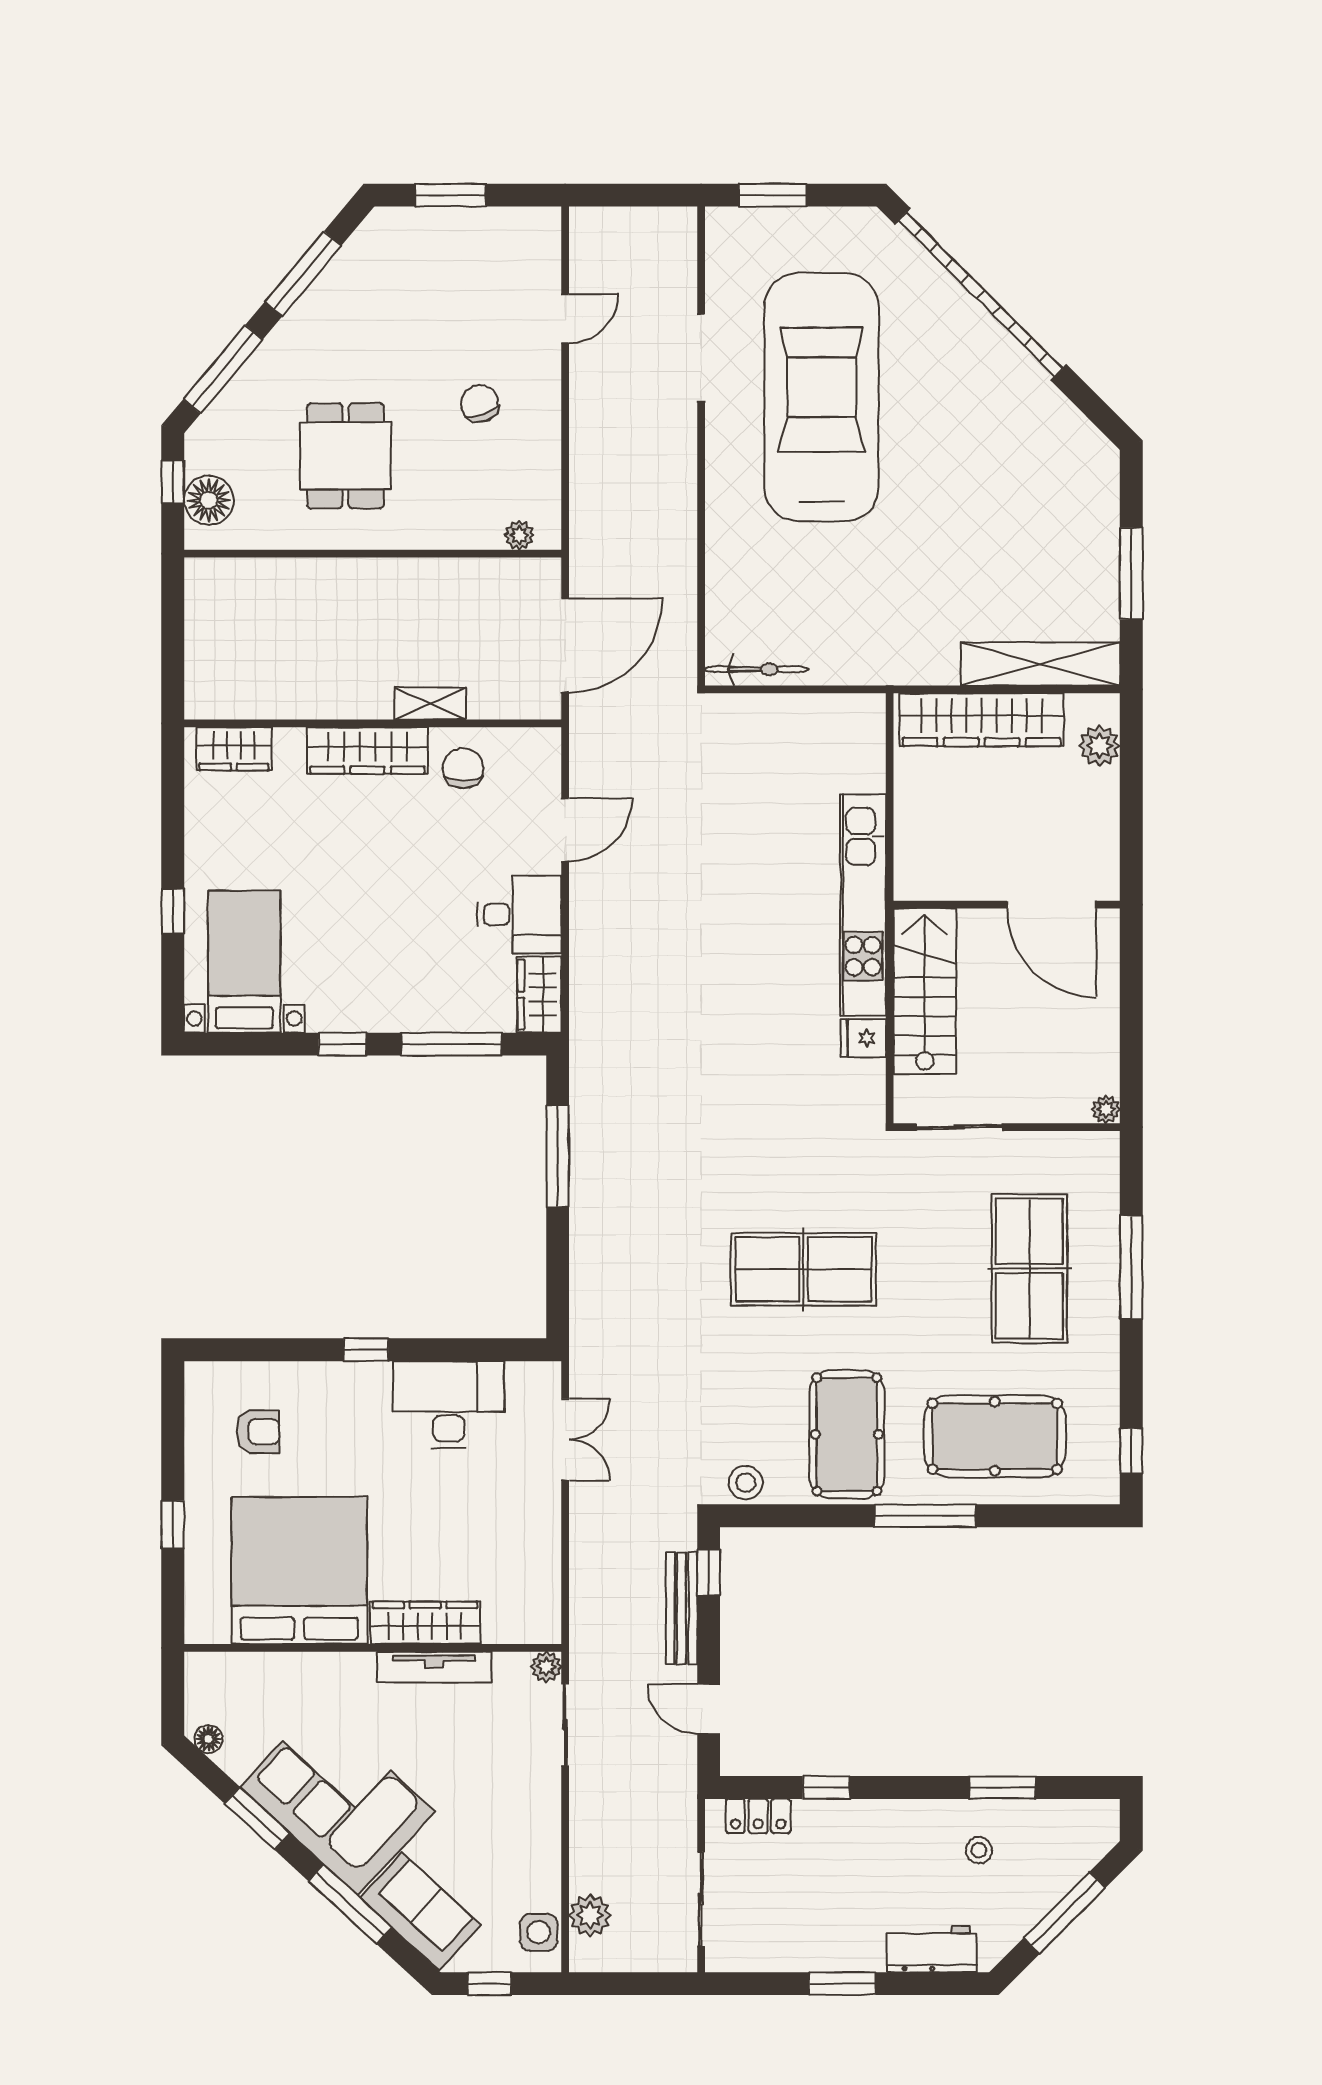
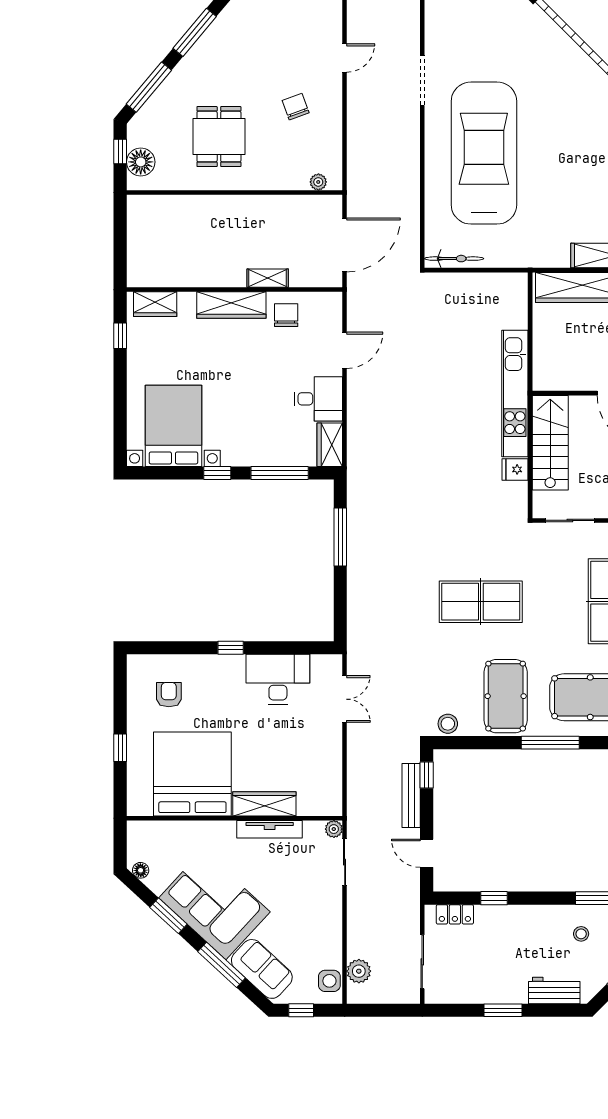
car: (822, 397) -> (484, 153), moved
window: (173, 911) -> (120, 336), moved
bed with nightstands: (244, 962) -> (173, 426), width x1.36
armchair: (258, 1432) -> (169, 695), turned -90

